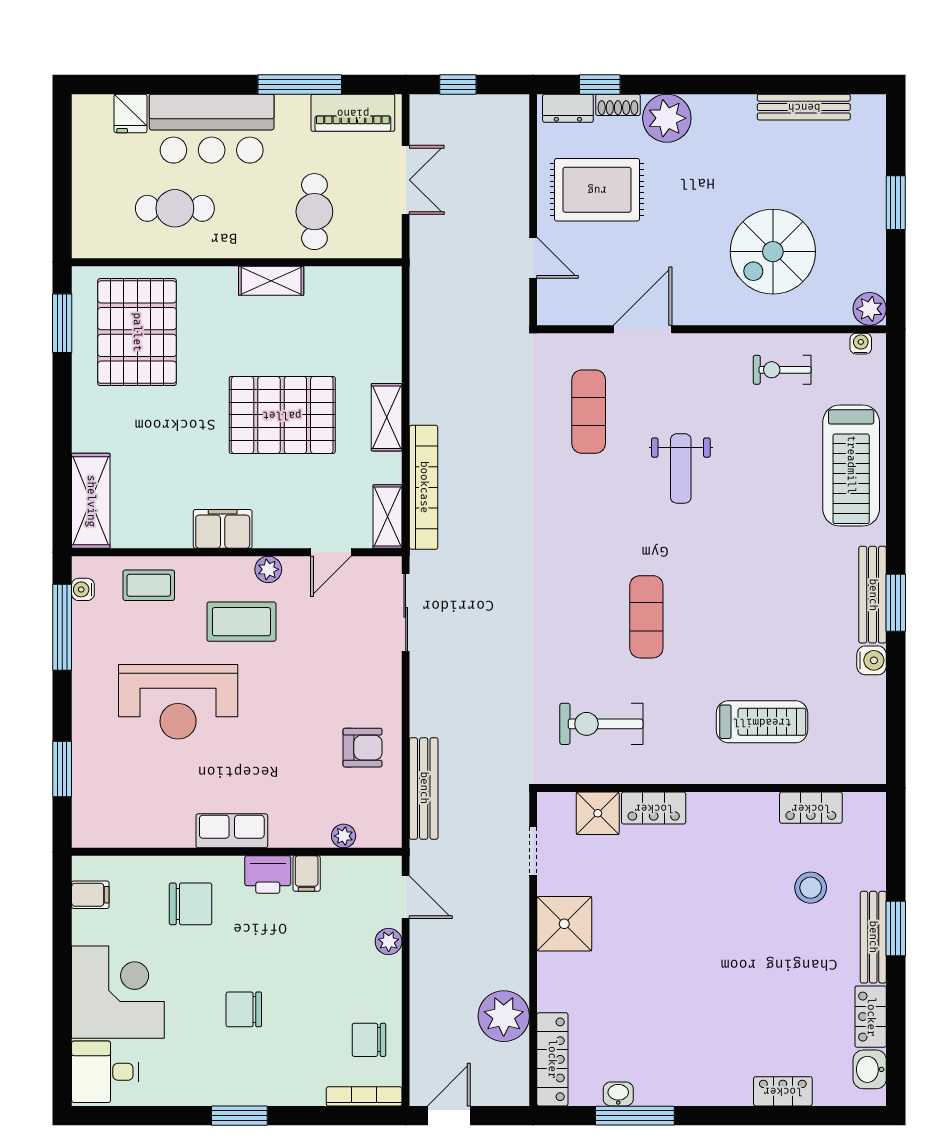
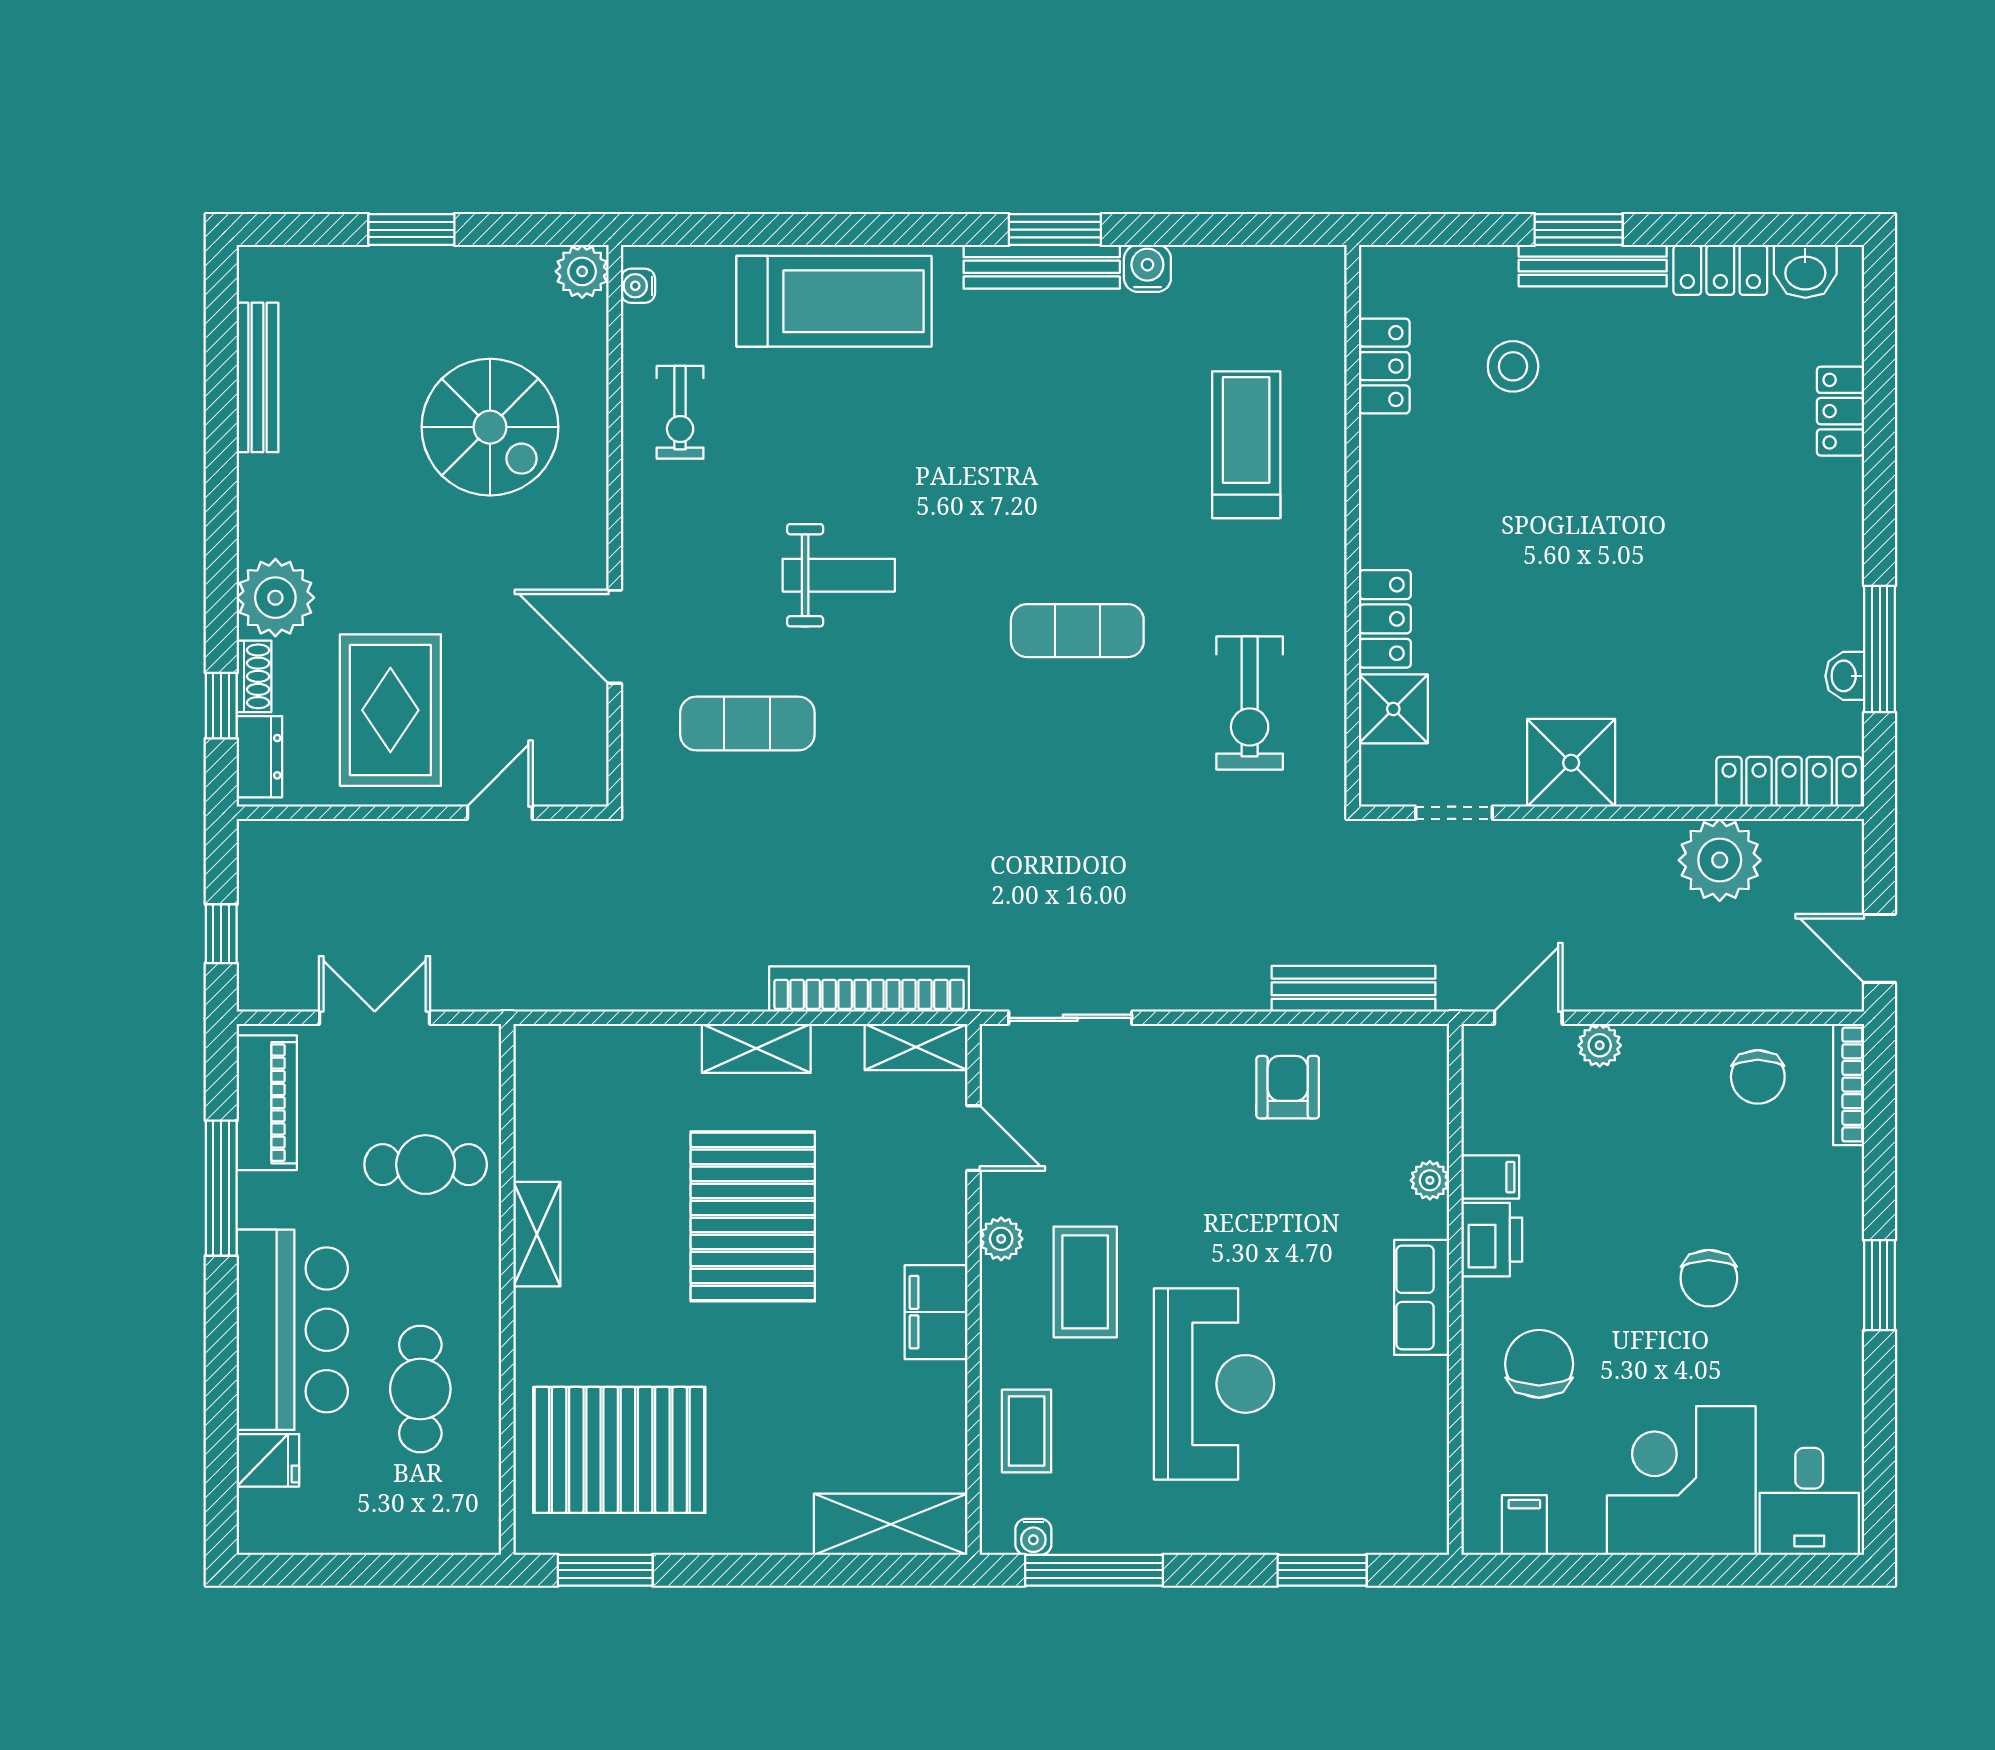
plant: (344, 836) -> (1430, 1180), moved

